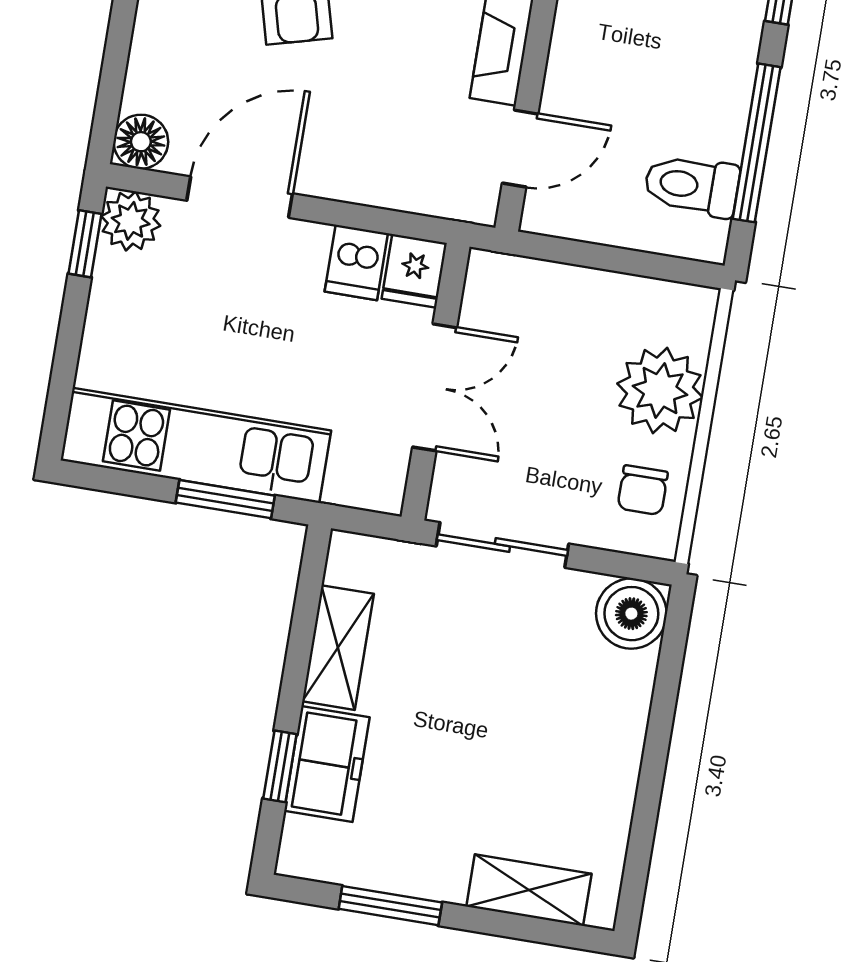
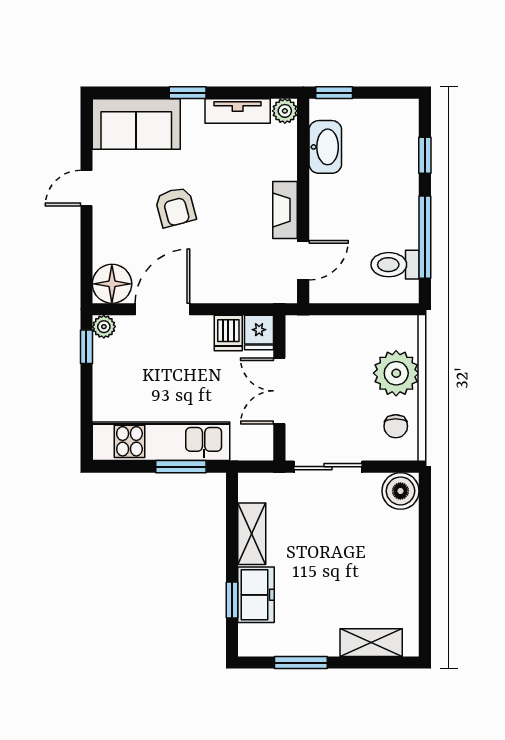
floor lamp: (141, 142) -> (112, 284), width x1.38, depth x1.38
plant: (131, 221) -> (104, 327), width x0.73, depth x0.73
double door: (435, 387) -> (279, 391), swing flipped

